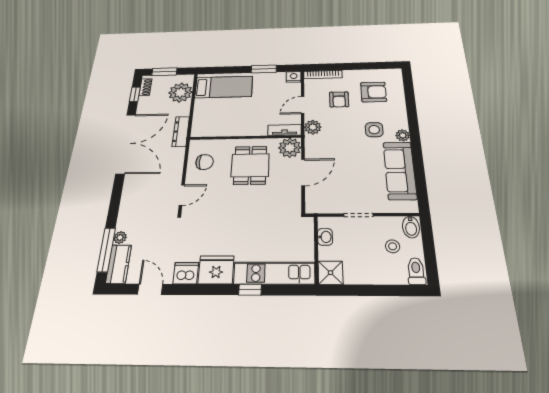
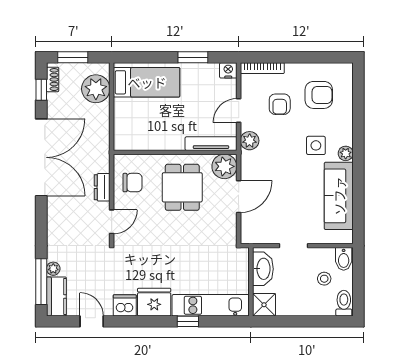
tv unit: (285, 130) -> (211, 144), width x1.41
dresser: (181, 131) -> (102, 187), moved, width x0.70
washbasin: (325, 237) -> (263, 269), width x1.91, depth x1.45

